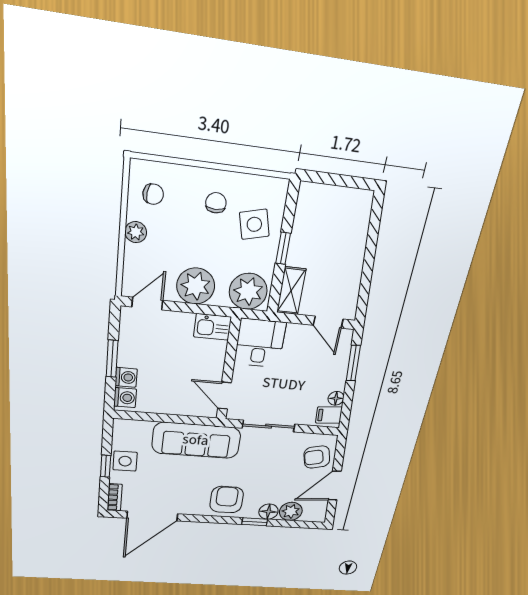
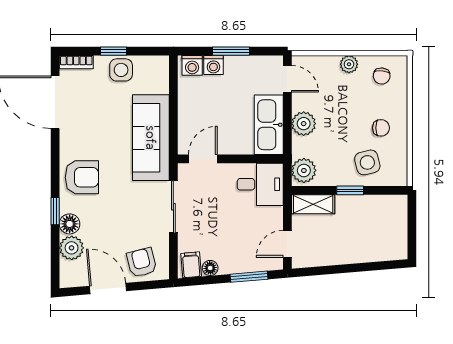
plant: (196, 286) -> (304, 124), width x0.73, depth x0.73
plant: (248, 291) -> (304, 170), width x0.73, depth x0.73
kitchen sink: (212, 327) -> (269, 125), width x1.87, depth x1.24

